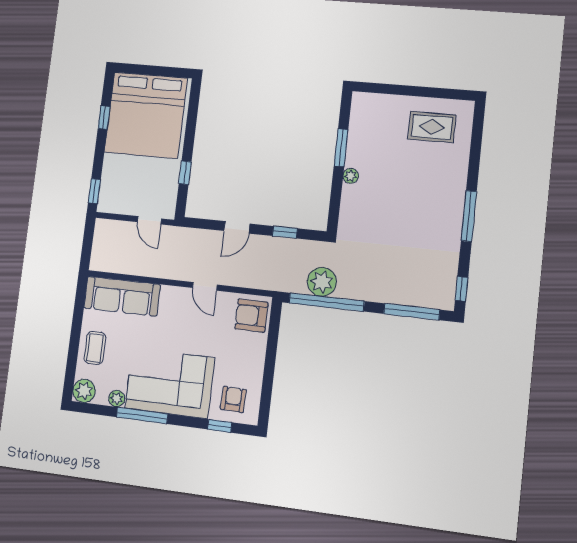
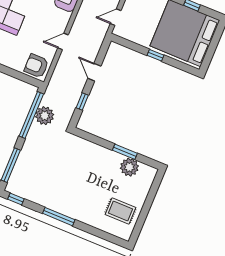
rug: (432, 127) -> (121, 211), turned 90
window: (185, 173) -> (155, 55), moved
plant: (351, 176) -> (129, 167), moved, width x1.88, depth x1.88
armchair: (251, 316) -> (36, 66), turned -90

